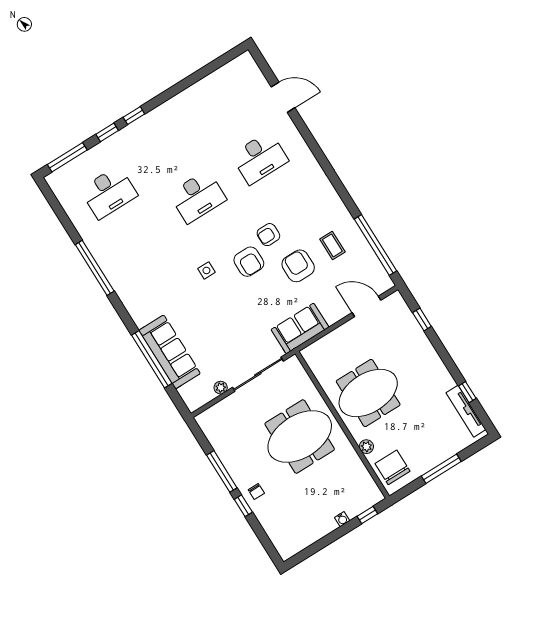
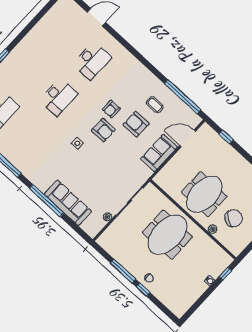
sofa: (300, 328) -> (159, 153), moved
window: (152, 359) -> (47, 201), moved
chair: (392, 467) -> (234, 218), moved, turned 123

